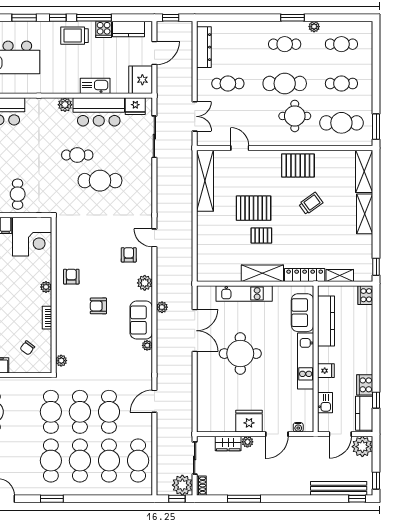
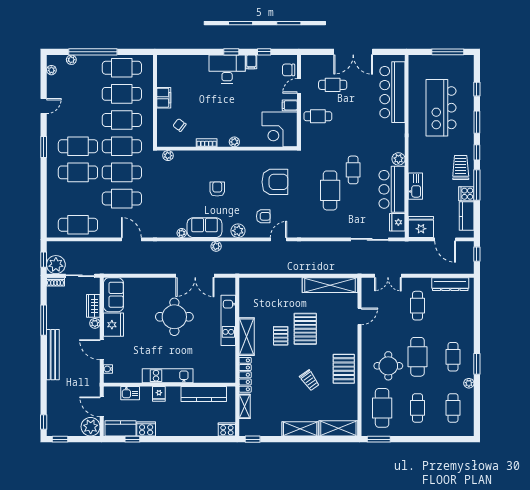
armchair: (71, 277) -> (275, 182), moved, width x1.88, depth x1.88
sofa: (302, 313) -> (113, 295), moved, turned 90
cafe table: (109, 461) -> (122, 120), moved
bench: (339, 488) -> (53, 355), moved

